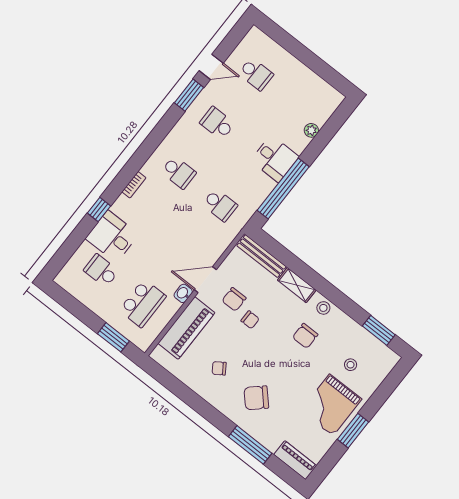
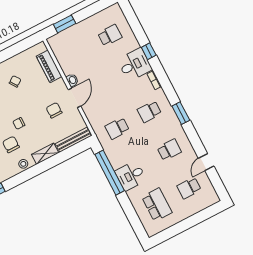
window: (189, 95) -> (181, 113), moved
plant: (311, 130) -> (138, 207), removed
desk: (112, 236) -> (135, 65), moved
school desk: (143, 303) -> (157, 205), moved, turned 180
chair: (250, 320) -> (19, 123), moved
piano: (186, 328) -> (49, 66), width x0.73, depth x0.75

